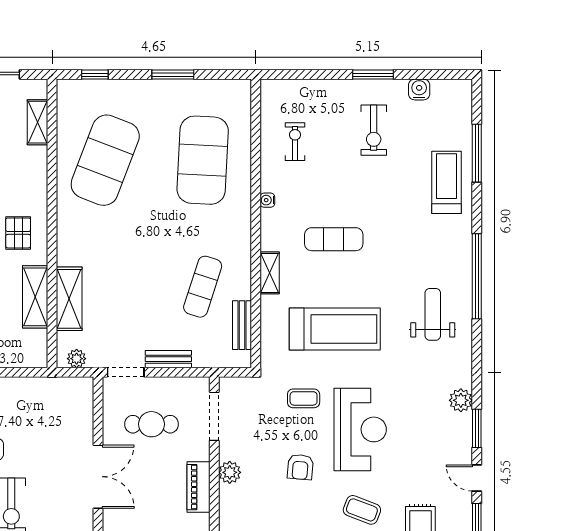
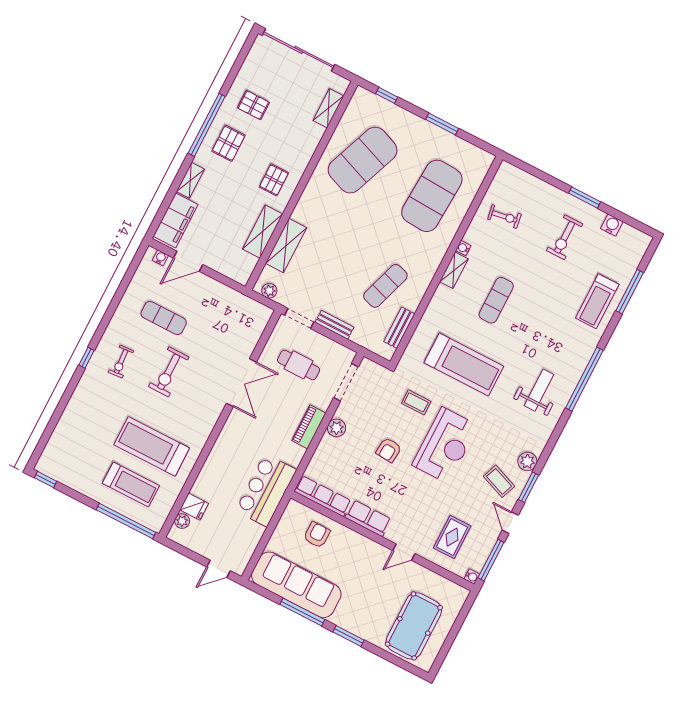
exercise bike: (295, 142) -> (504, 217), turned 81
treadmill: (447, 182) -> (597, 301), turned 180
exercise mat: (334, 239) -> (496, 300), turned 90
shelving: (270, 273) -> (454, 270), moved
coffee table: (362, 510) -> (499, 481), moved

